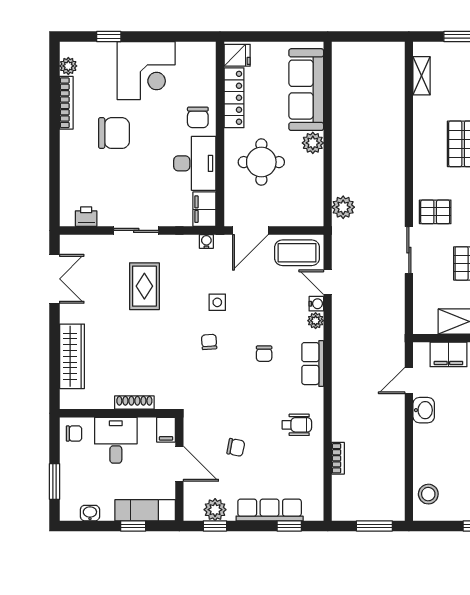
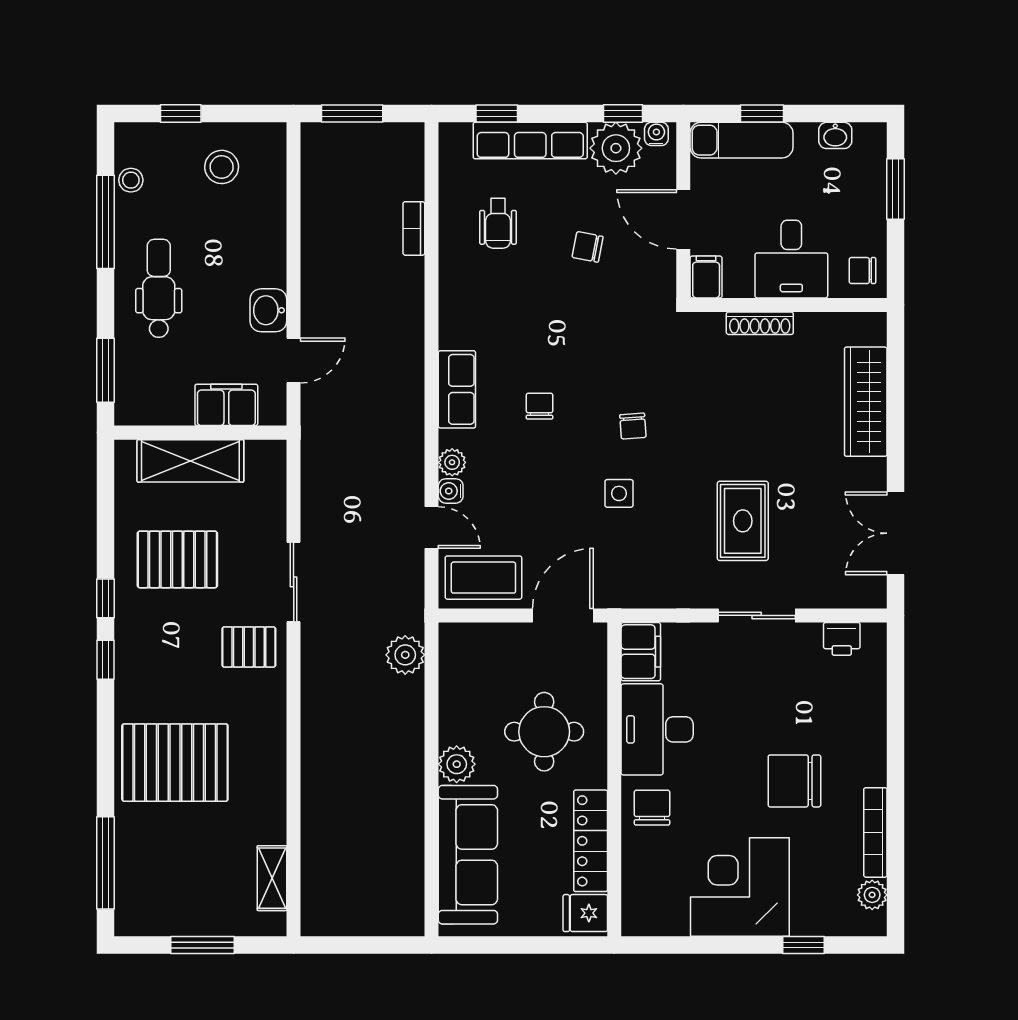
water cooler: (206, 241) -> (656, 134), moved, turned 180
wheelchair: (297, 425) -> (498, 223), moved, turned -90
stool: (428, 494) -> (222, 167), moved
plant: (215, 510) -> (616, 148), width x1.36, depth x1.36

